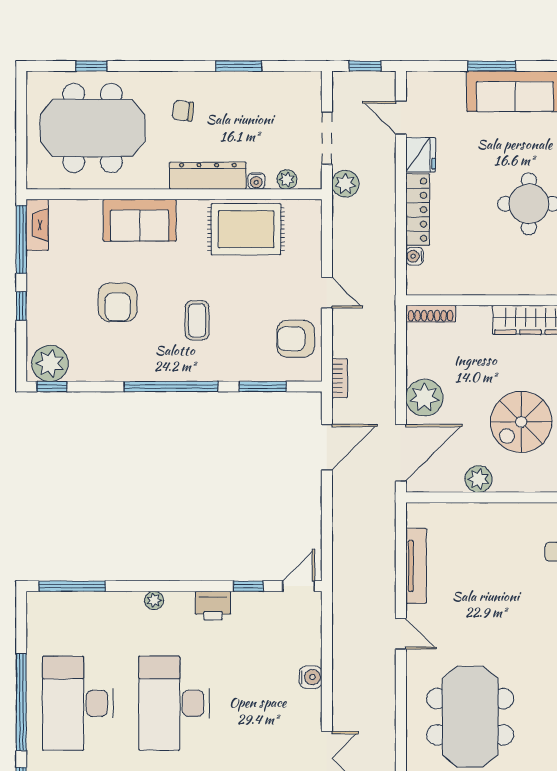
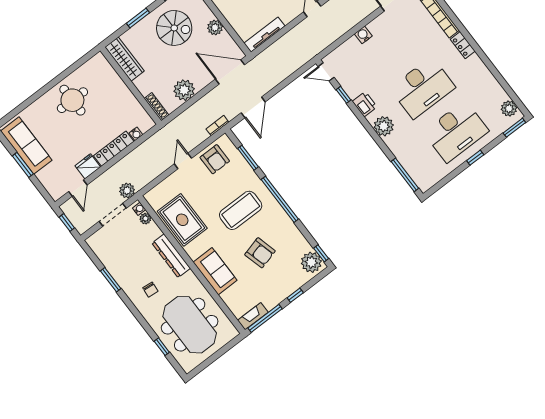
water cooler: (256, 181) -> (139, 209), moved
armchair: (118, 302) -> (260, 253), turned 75
coffee table: (197, 320) -> (241, 210), width x1.86, depth x1.72
plant: (424, 398) -> (184, 90), moved
door: (327, 447) -> (253, 107), swing flipped
tv unit: (416, 566) -> (264, 35), moved
plant: (154, 600) -> (384, 126), width x1.87, depth x1.87
window: (21, 702) -> (475, 158), width x0.32

